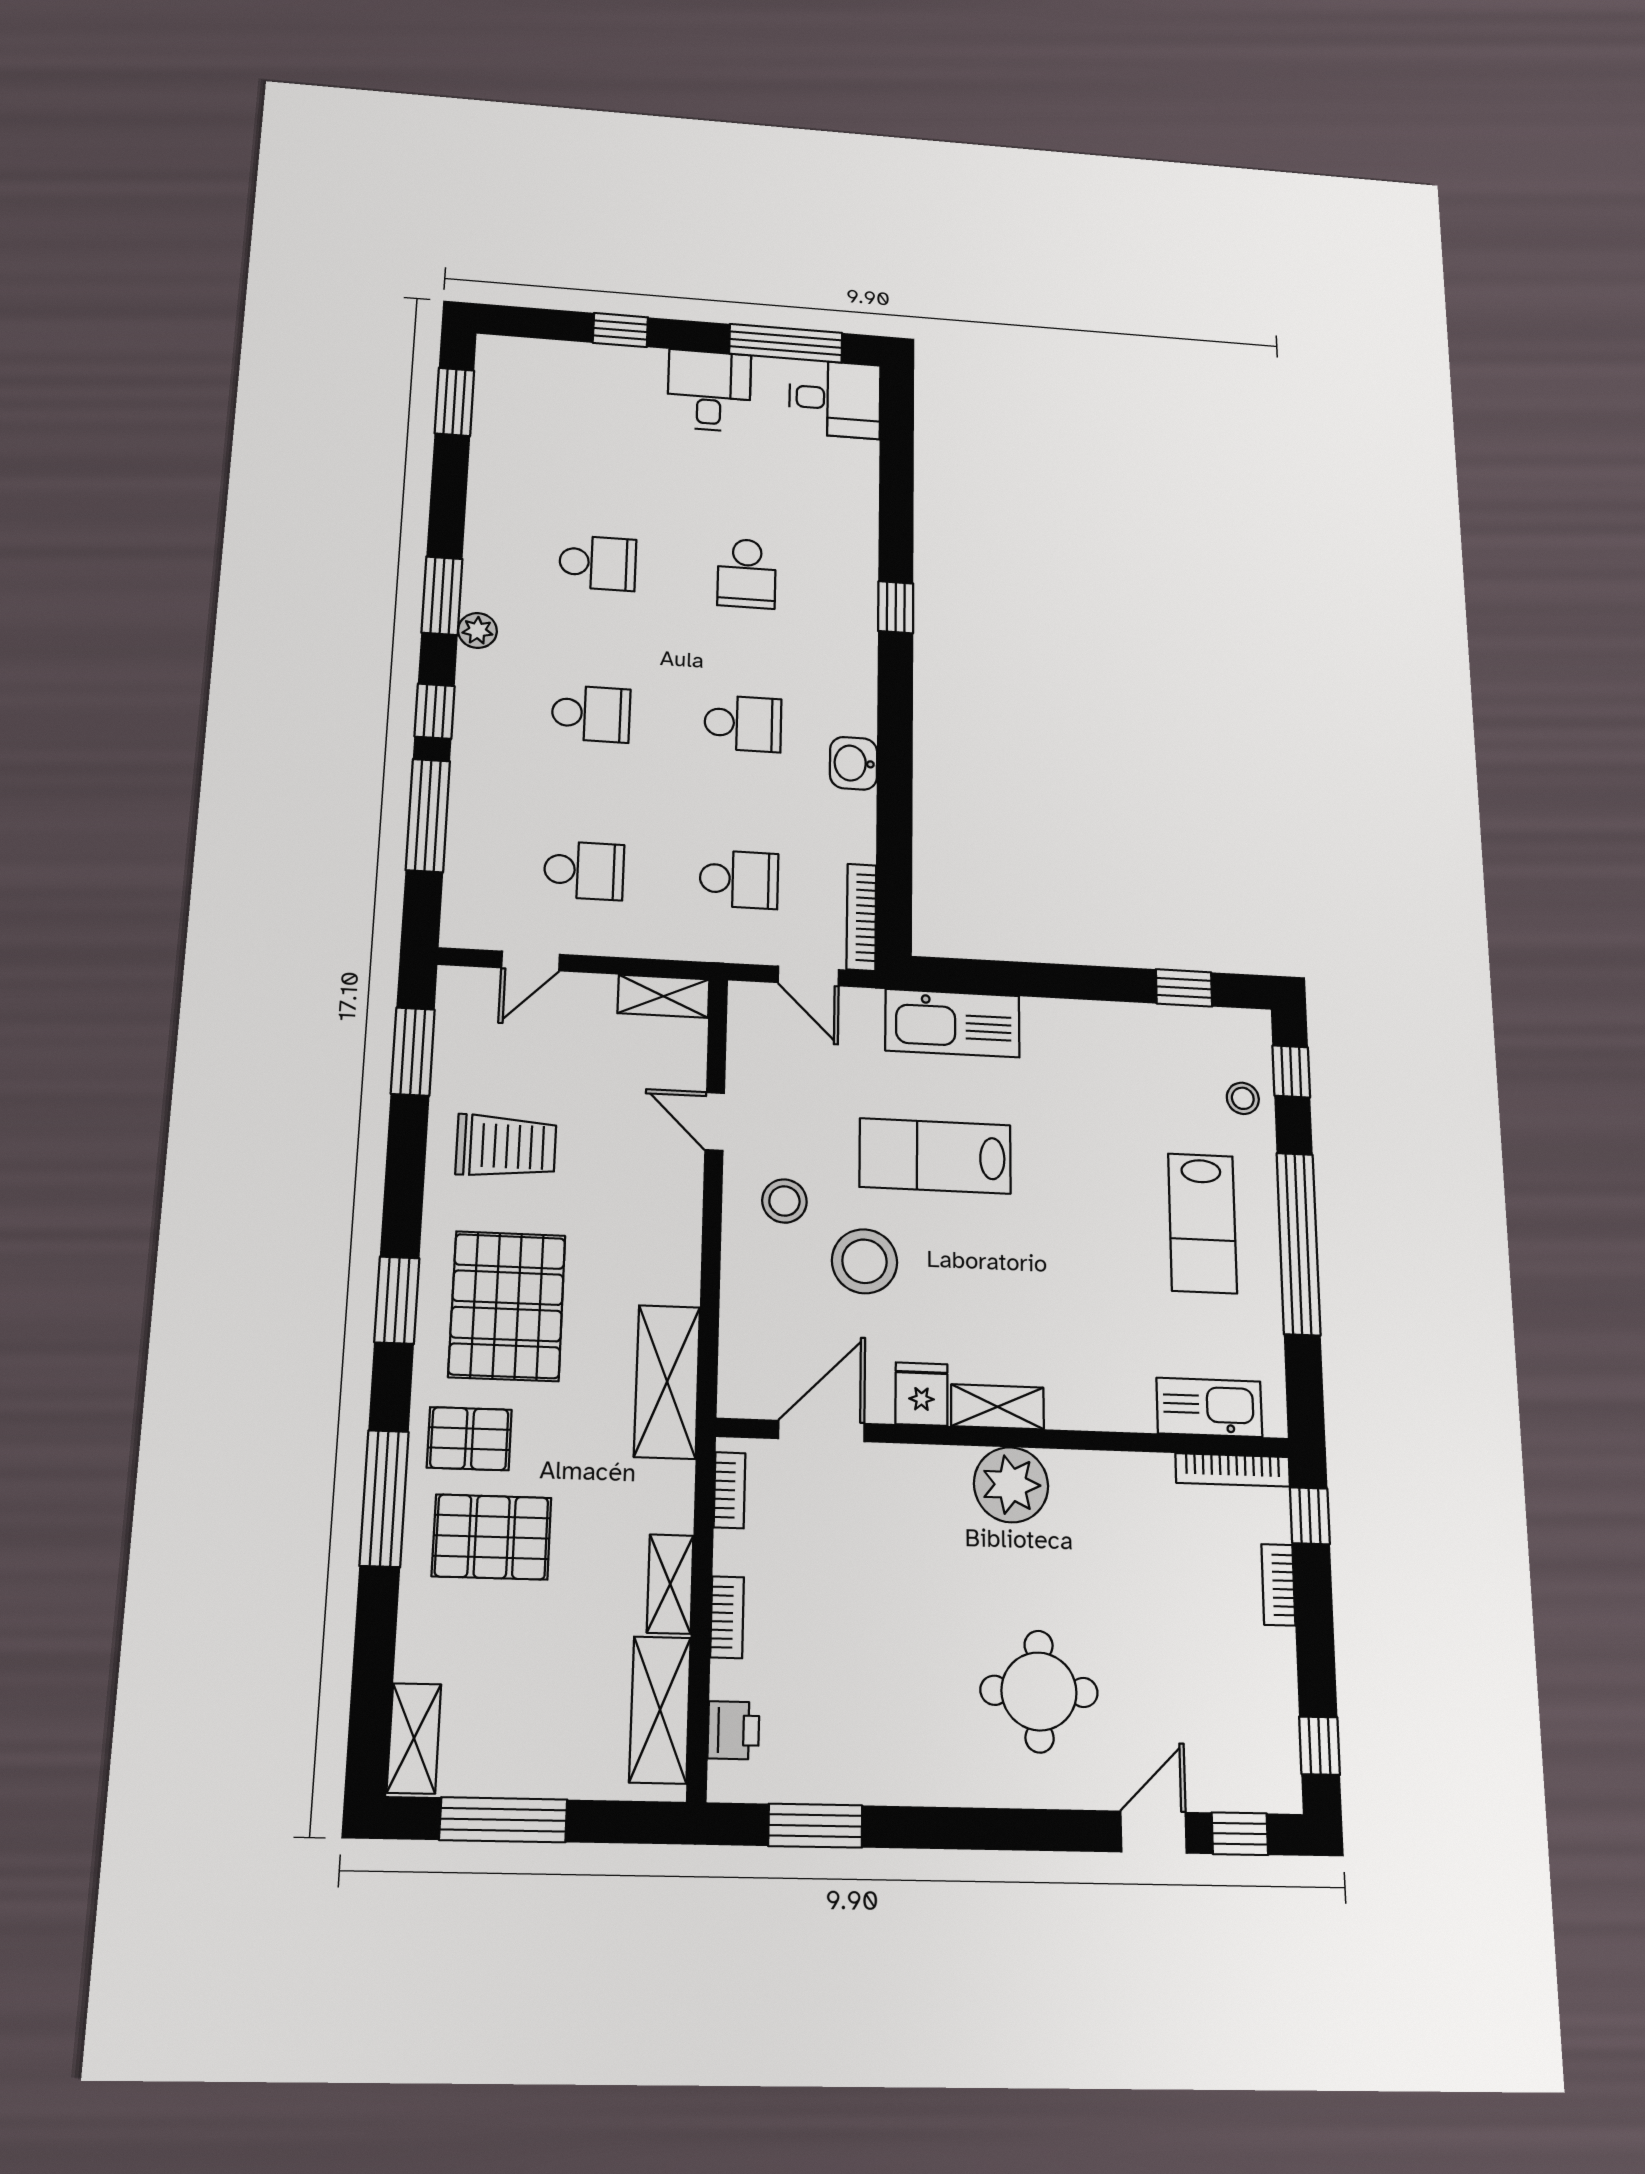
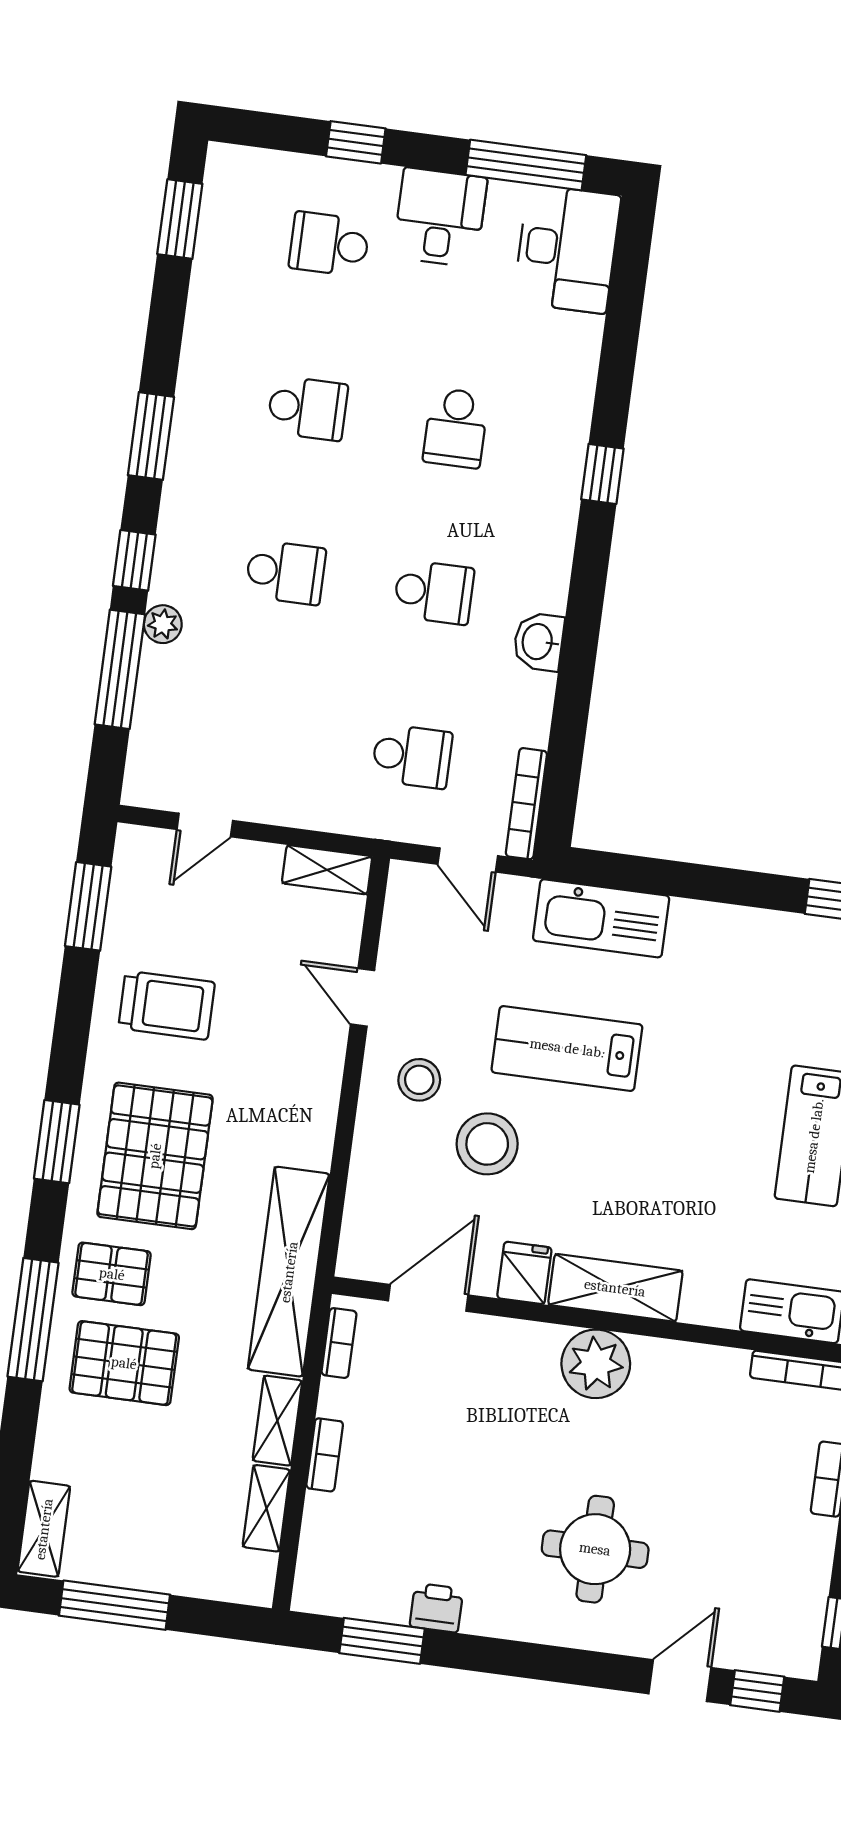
desk: (835, 399) -> (567, 249), width x1.37
plant: (477, 630) -> (163, 624), moved
school desk: (584, 870) -> (329, 244), moved, turned 180
shelving: (667, 1382) -> (289, 1272), width x1.47
shelving: (997, 1407) -> (615, 1288), width x1.50, depth x1.33
shelving: (660, 1710) -> (266, 1508), width x0.67, depth x0.75
printer: (733, 1730) -> (436, 1608), moved, turned -90

